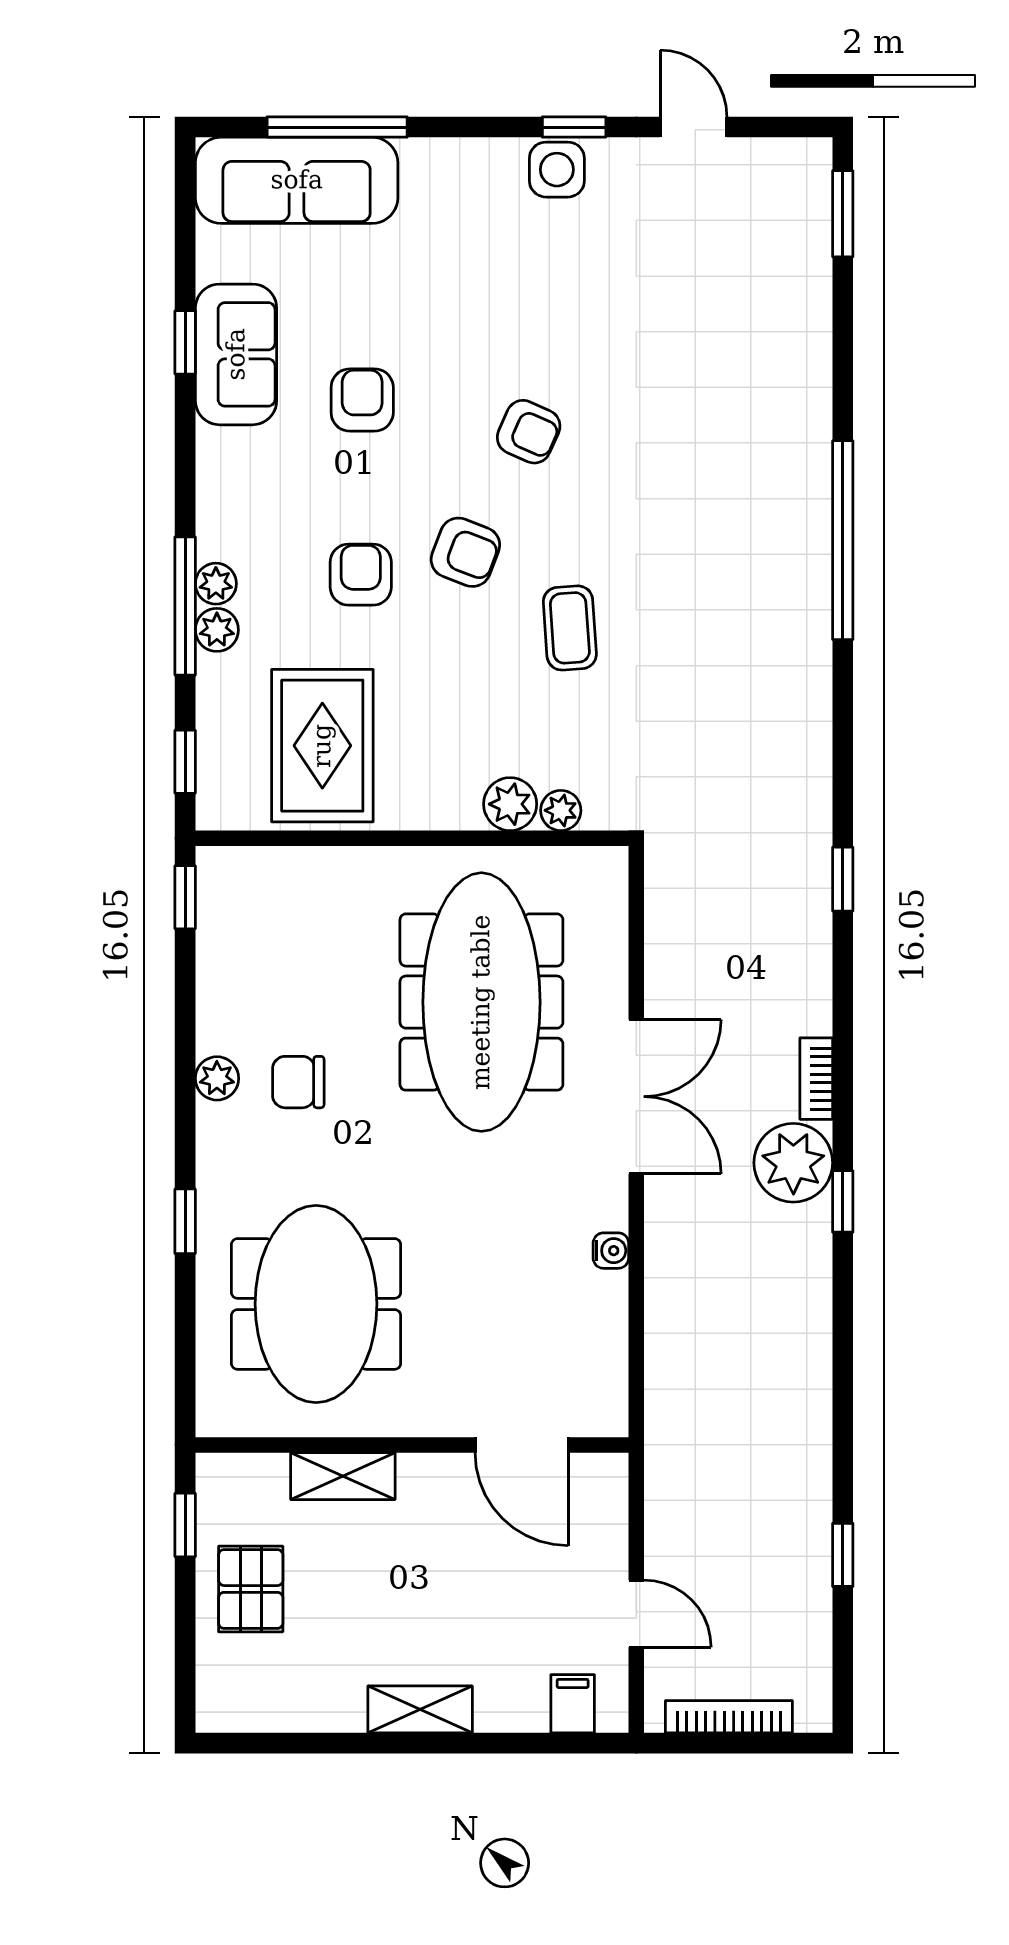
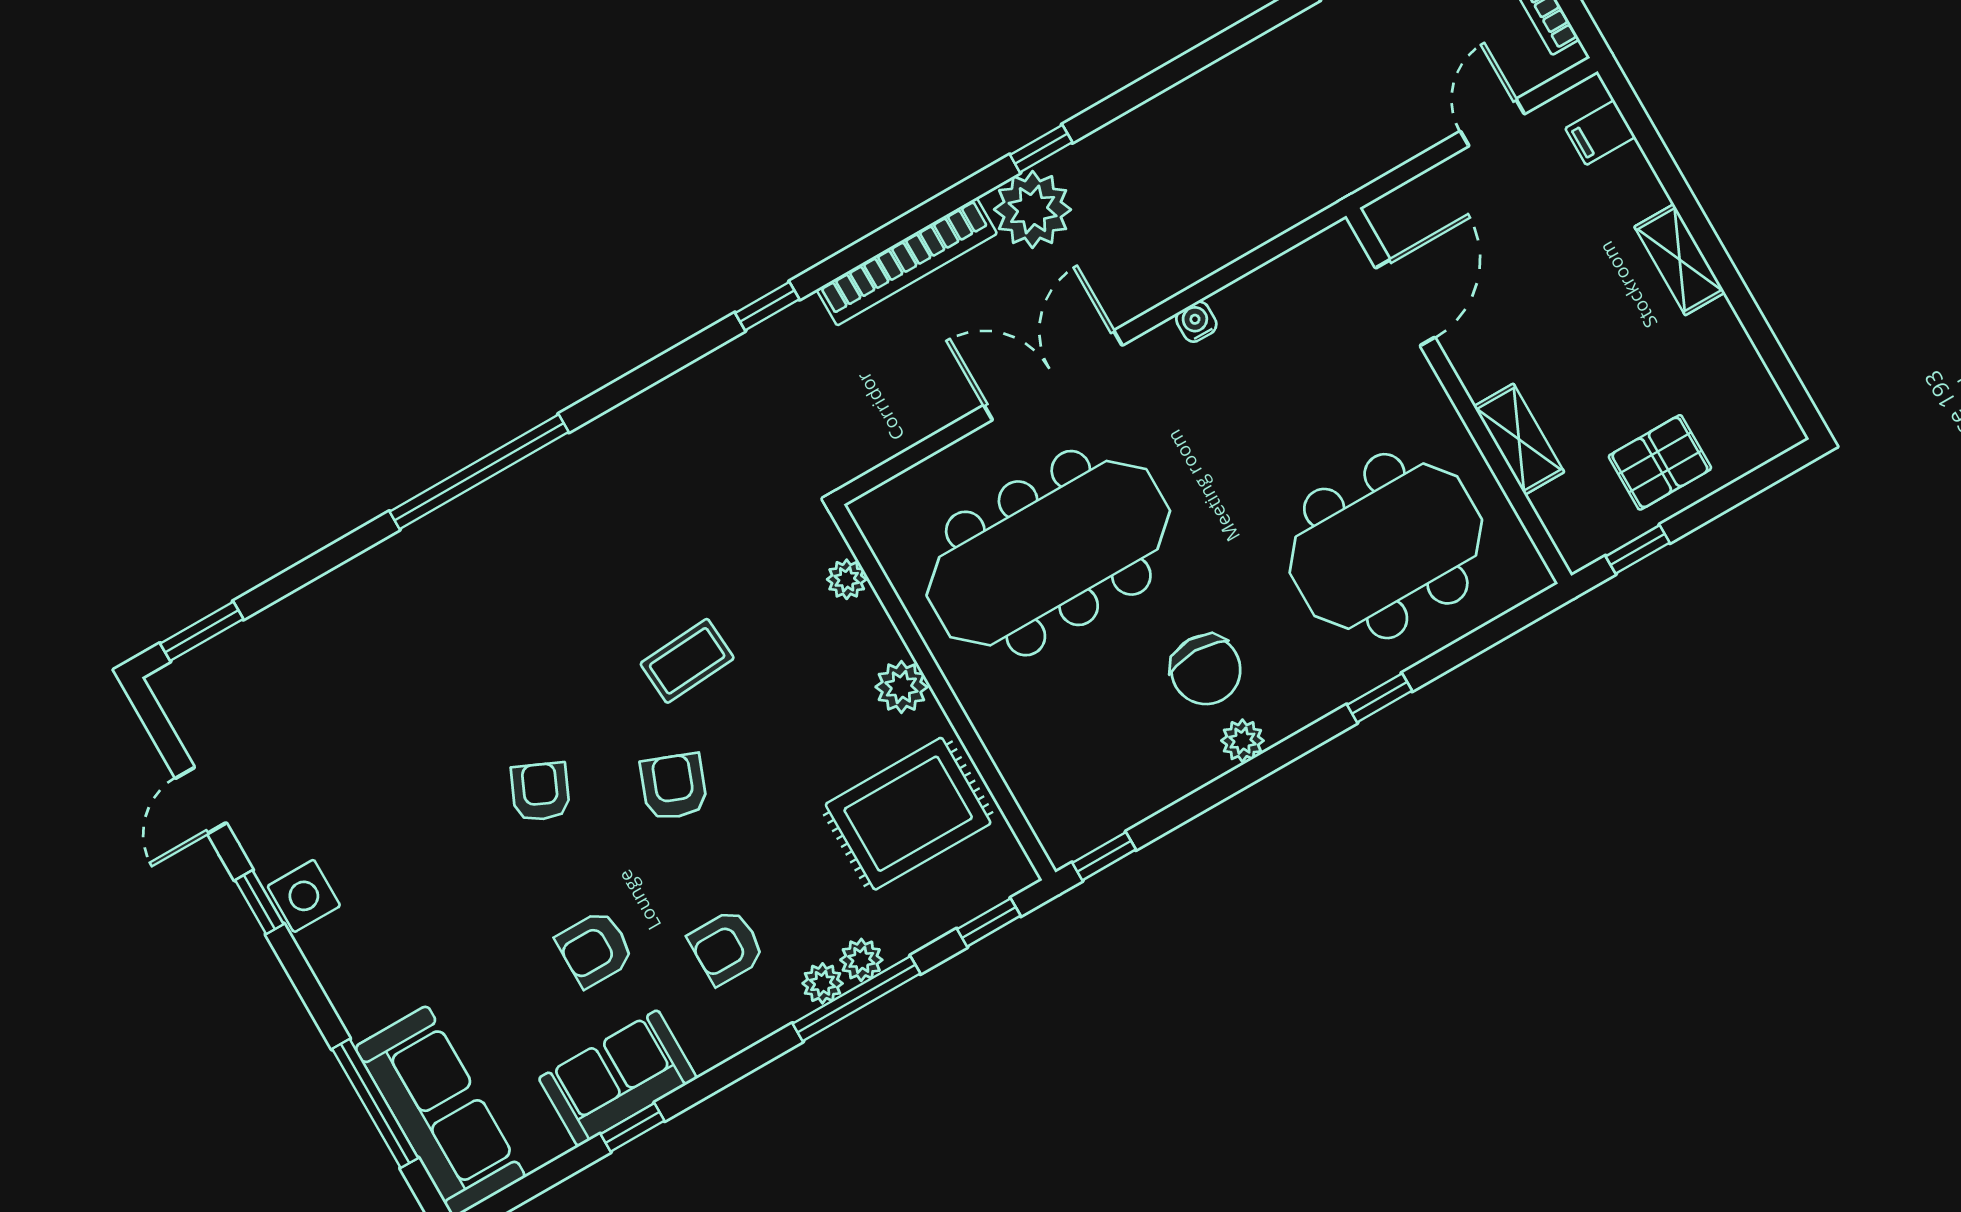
armchair: (361, 575) -> (726, 947), moved
plant: (510, 804) -> (901, 687), moved
bookcase: (816, 1079) -> (907, 262), width x2.31, depth x1.31
chair: (298, 1082) -> (1206, 670), width x1.37, depth x1.37

